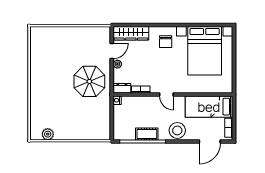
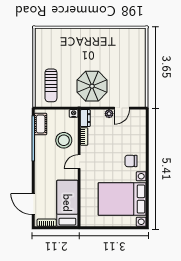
wardrobe: (131, 33) -> (139, 127), removed
door: (112, 51) -> (122, 108), hinge flipped
sun lounger: (89, 123) -> (51, 85), added
stool: (177, 130) -> (64, 140), moved
plant: (48, 134) -> (40, 45), removed
cot: (147, 134) -> (41, 124), moved

